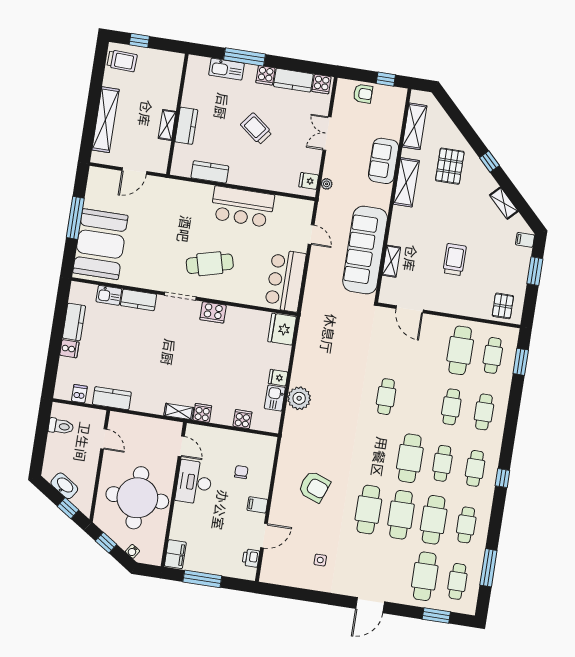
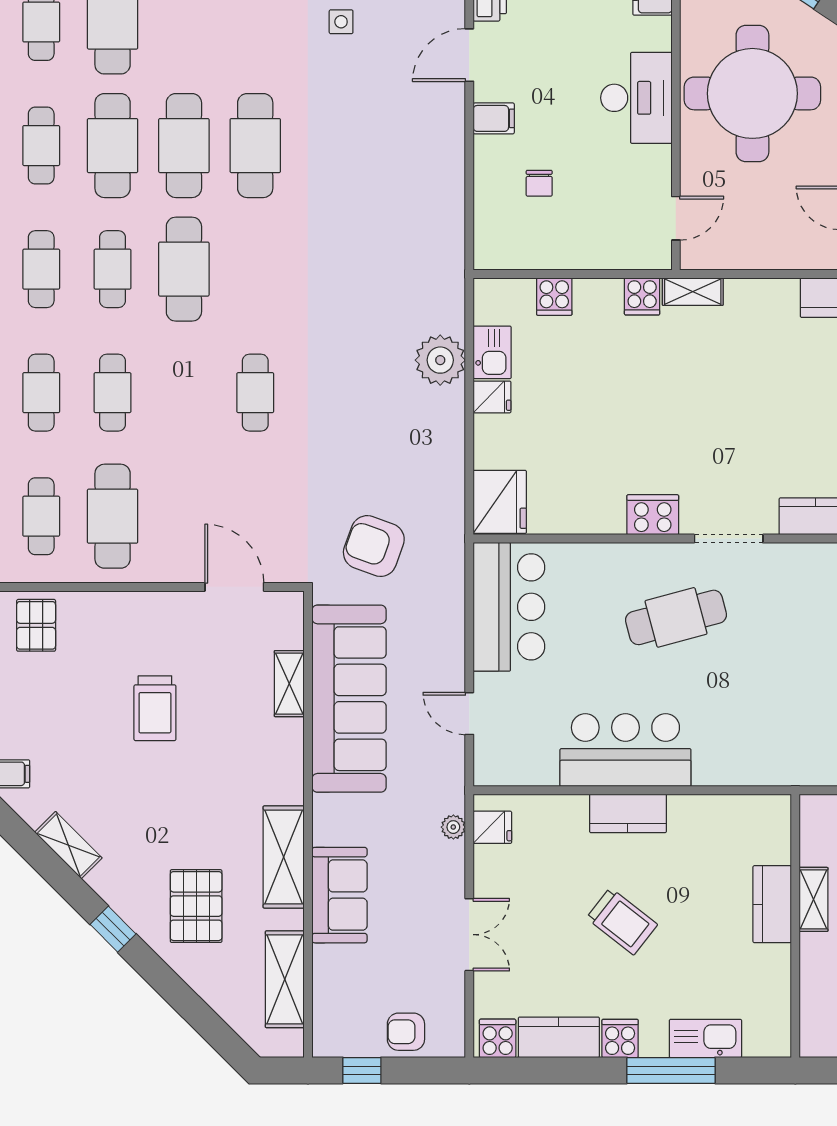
kitchen counter: (210, 172) -> (628, 813), moved
door: (181, 446) -> (676, 218), swing flipped
desk: (194, 482) -> (636, 98), moved
armchair: (314, 487) -> (374, 546), moved

